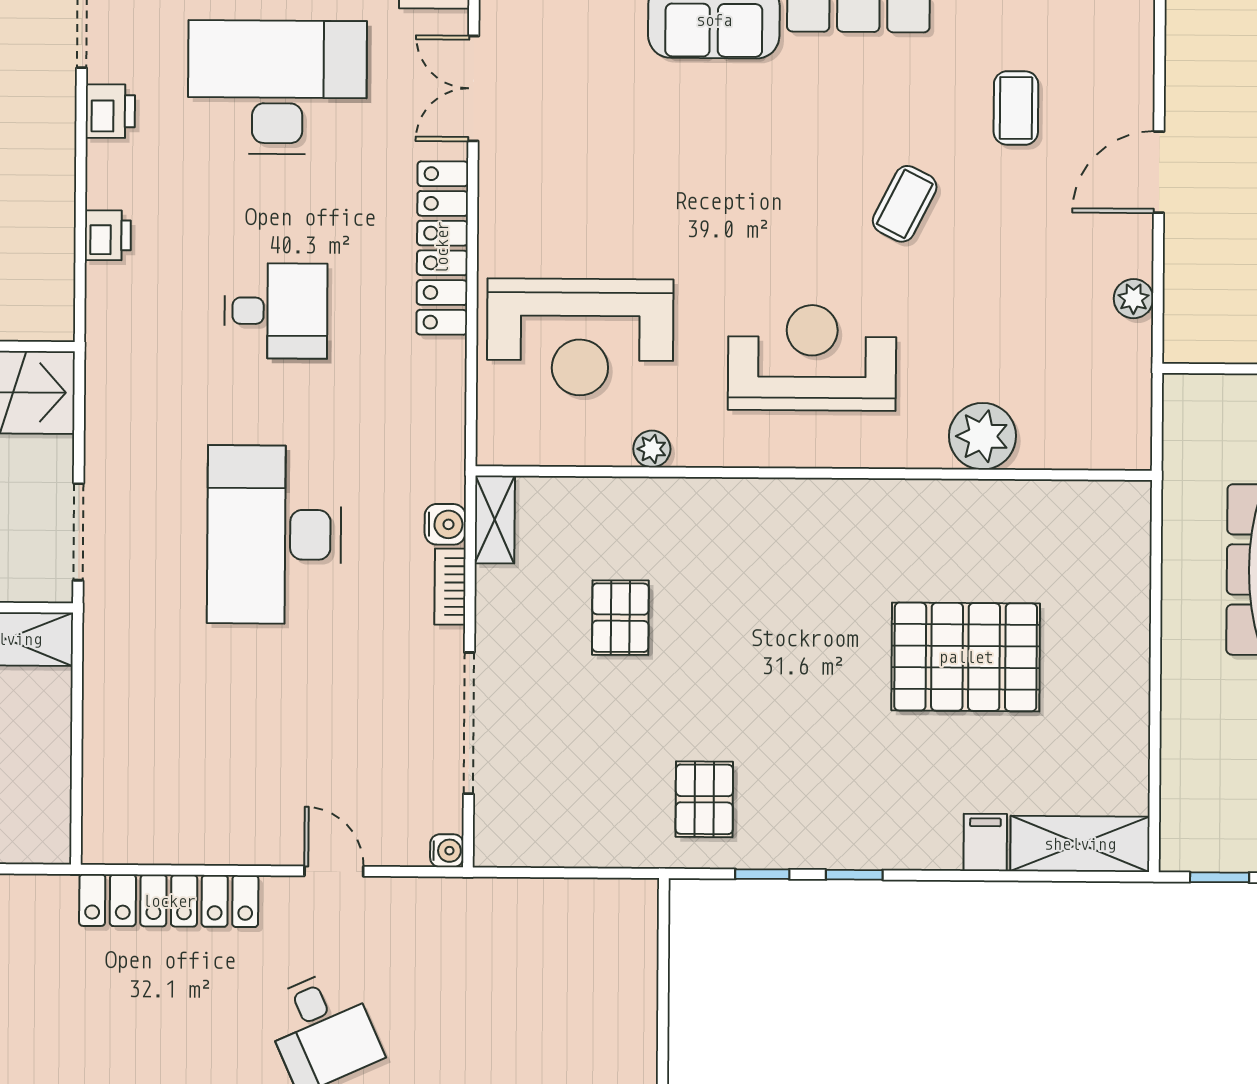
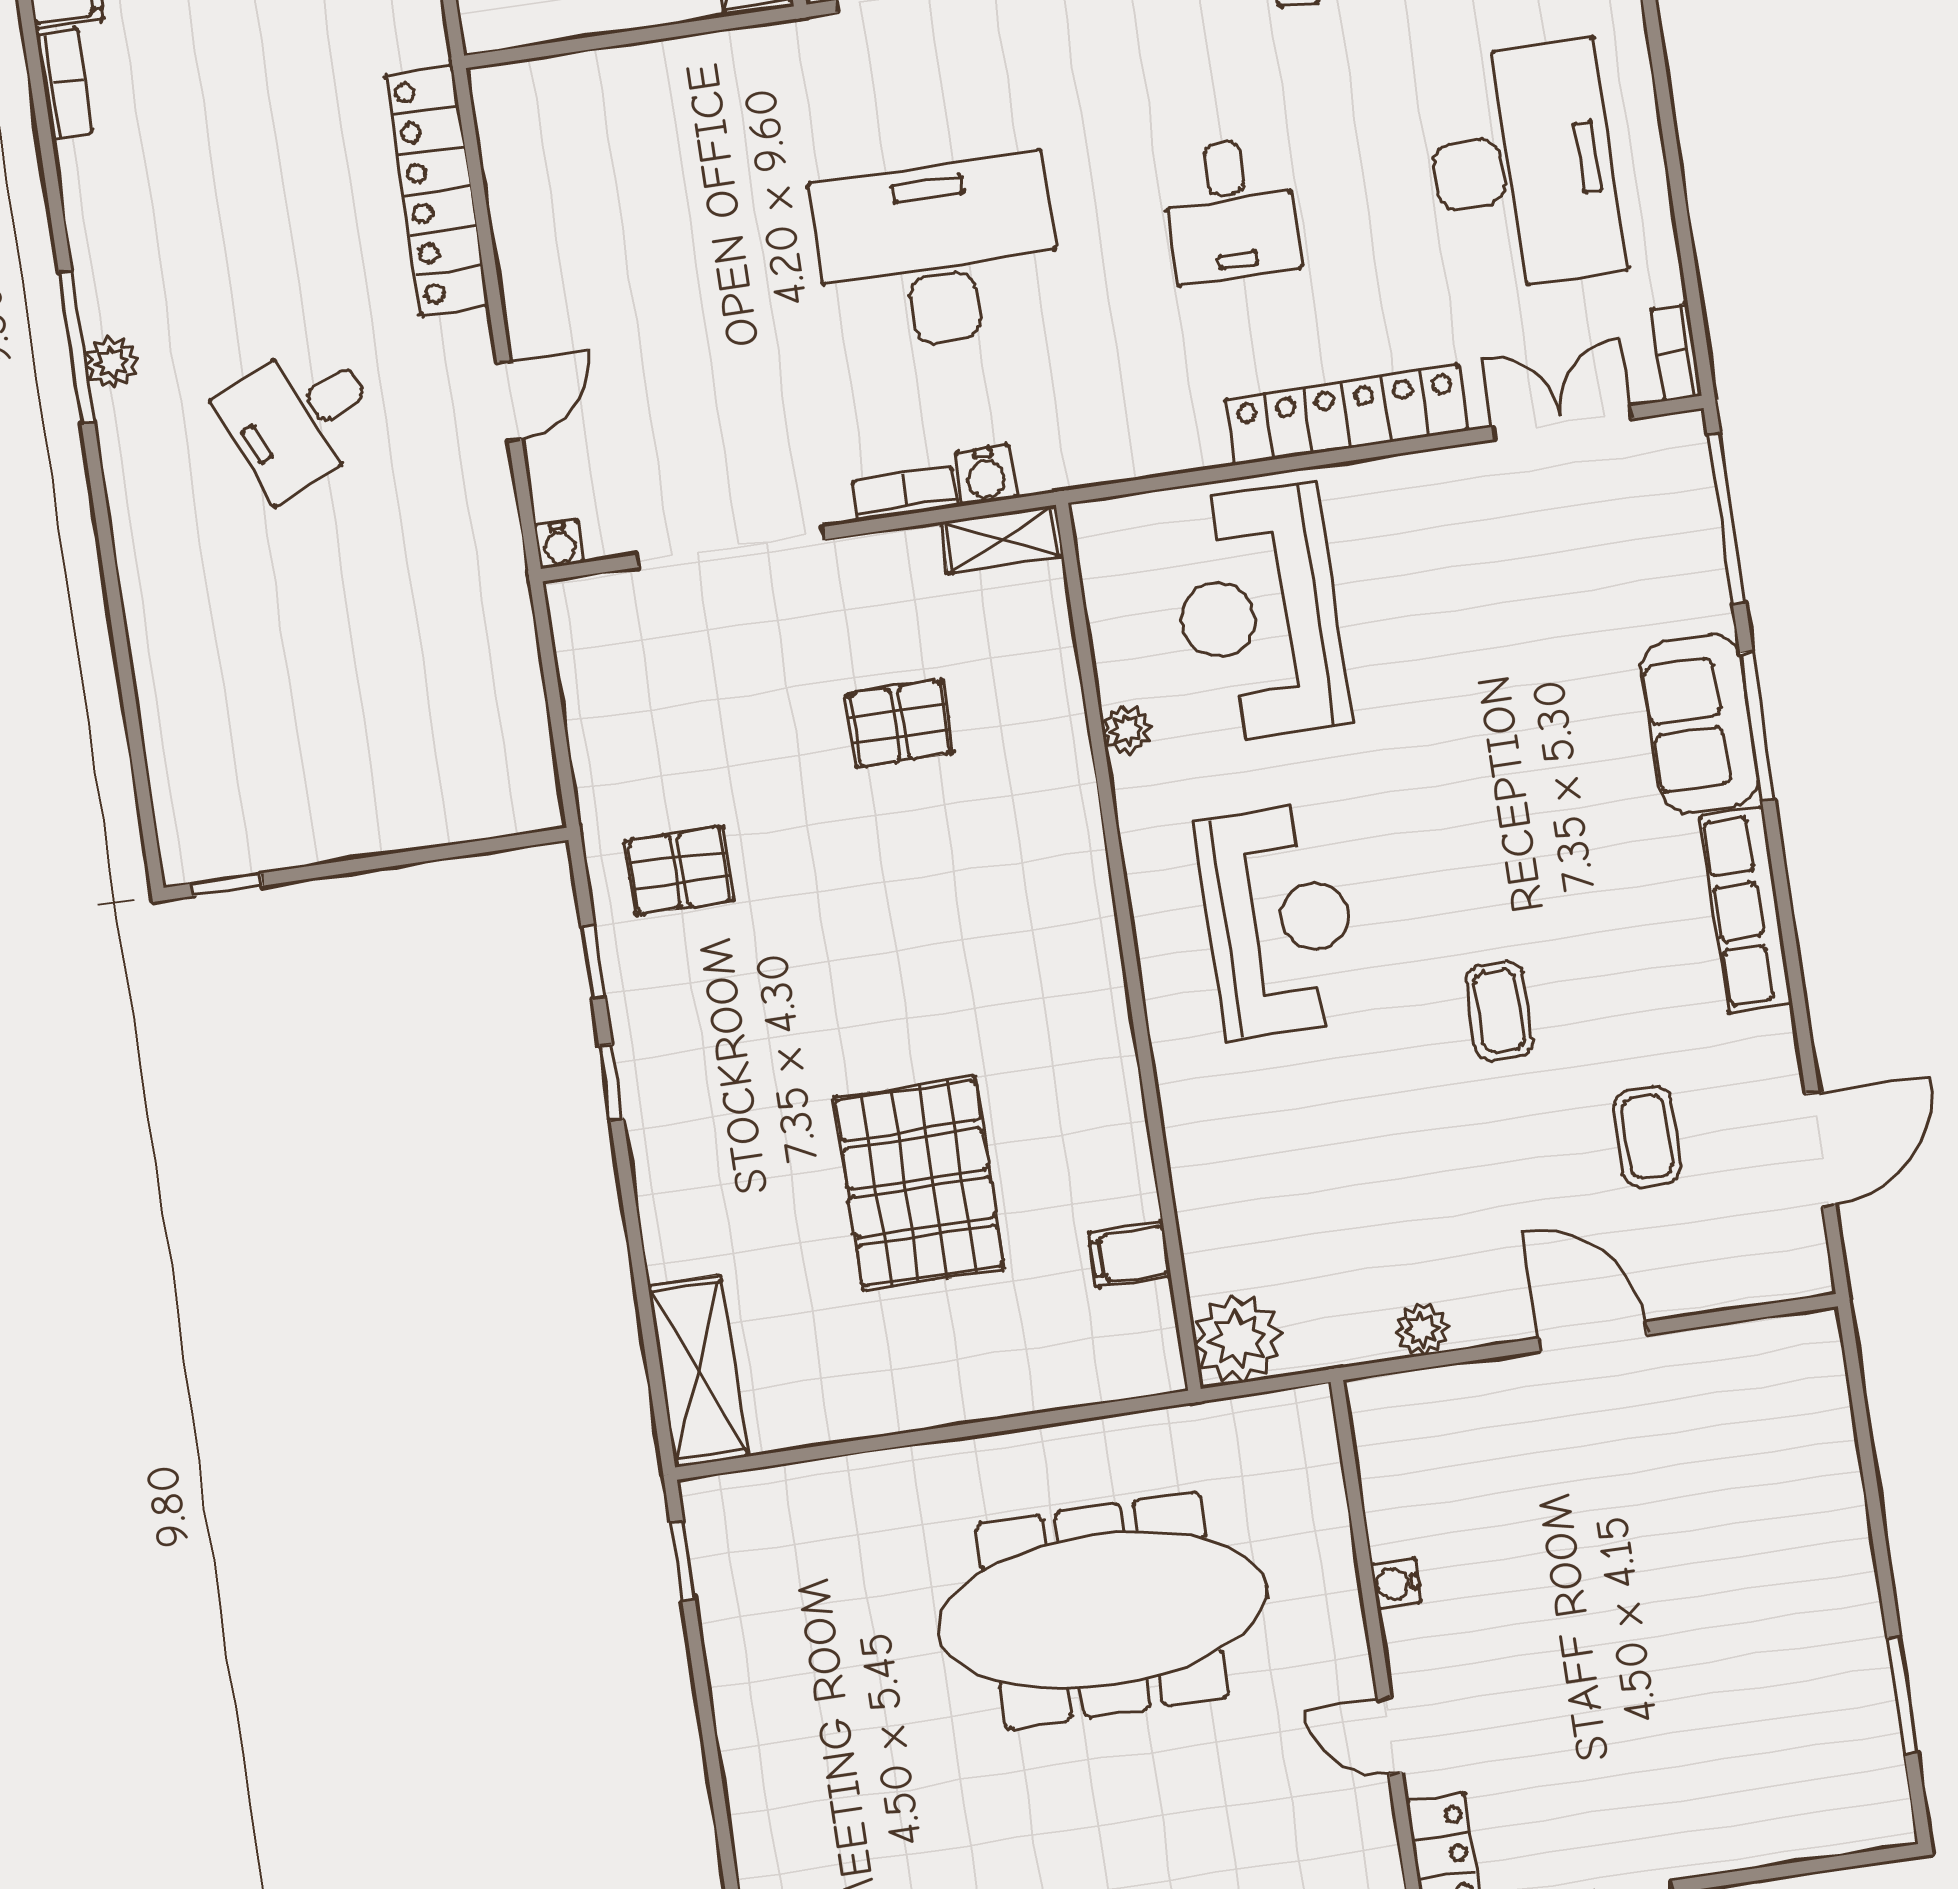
coffee table: (1016, 108) -> (1647, 1137), turned 90
coffee table: (905, 204) -> (1499, 1011), turned 63
plant: (982, 436) -> (1238, 1339), moved
filing cabinet: (985, 842) -> (1130, 1255), moved, turned 180

